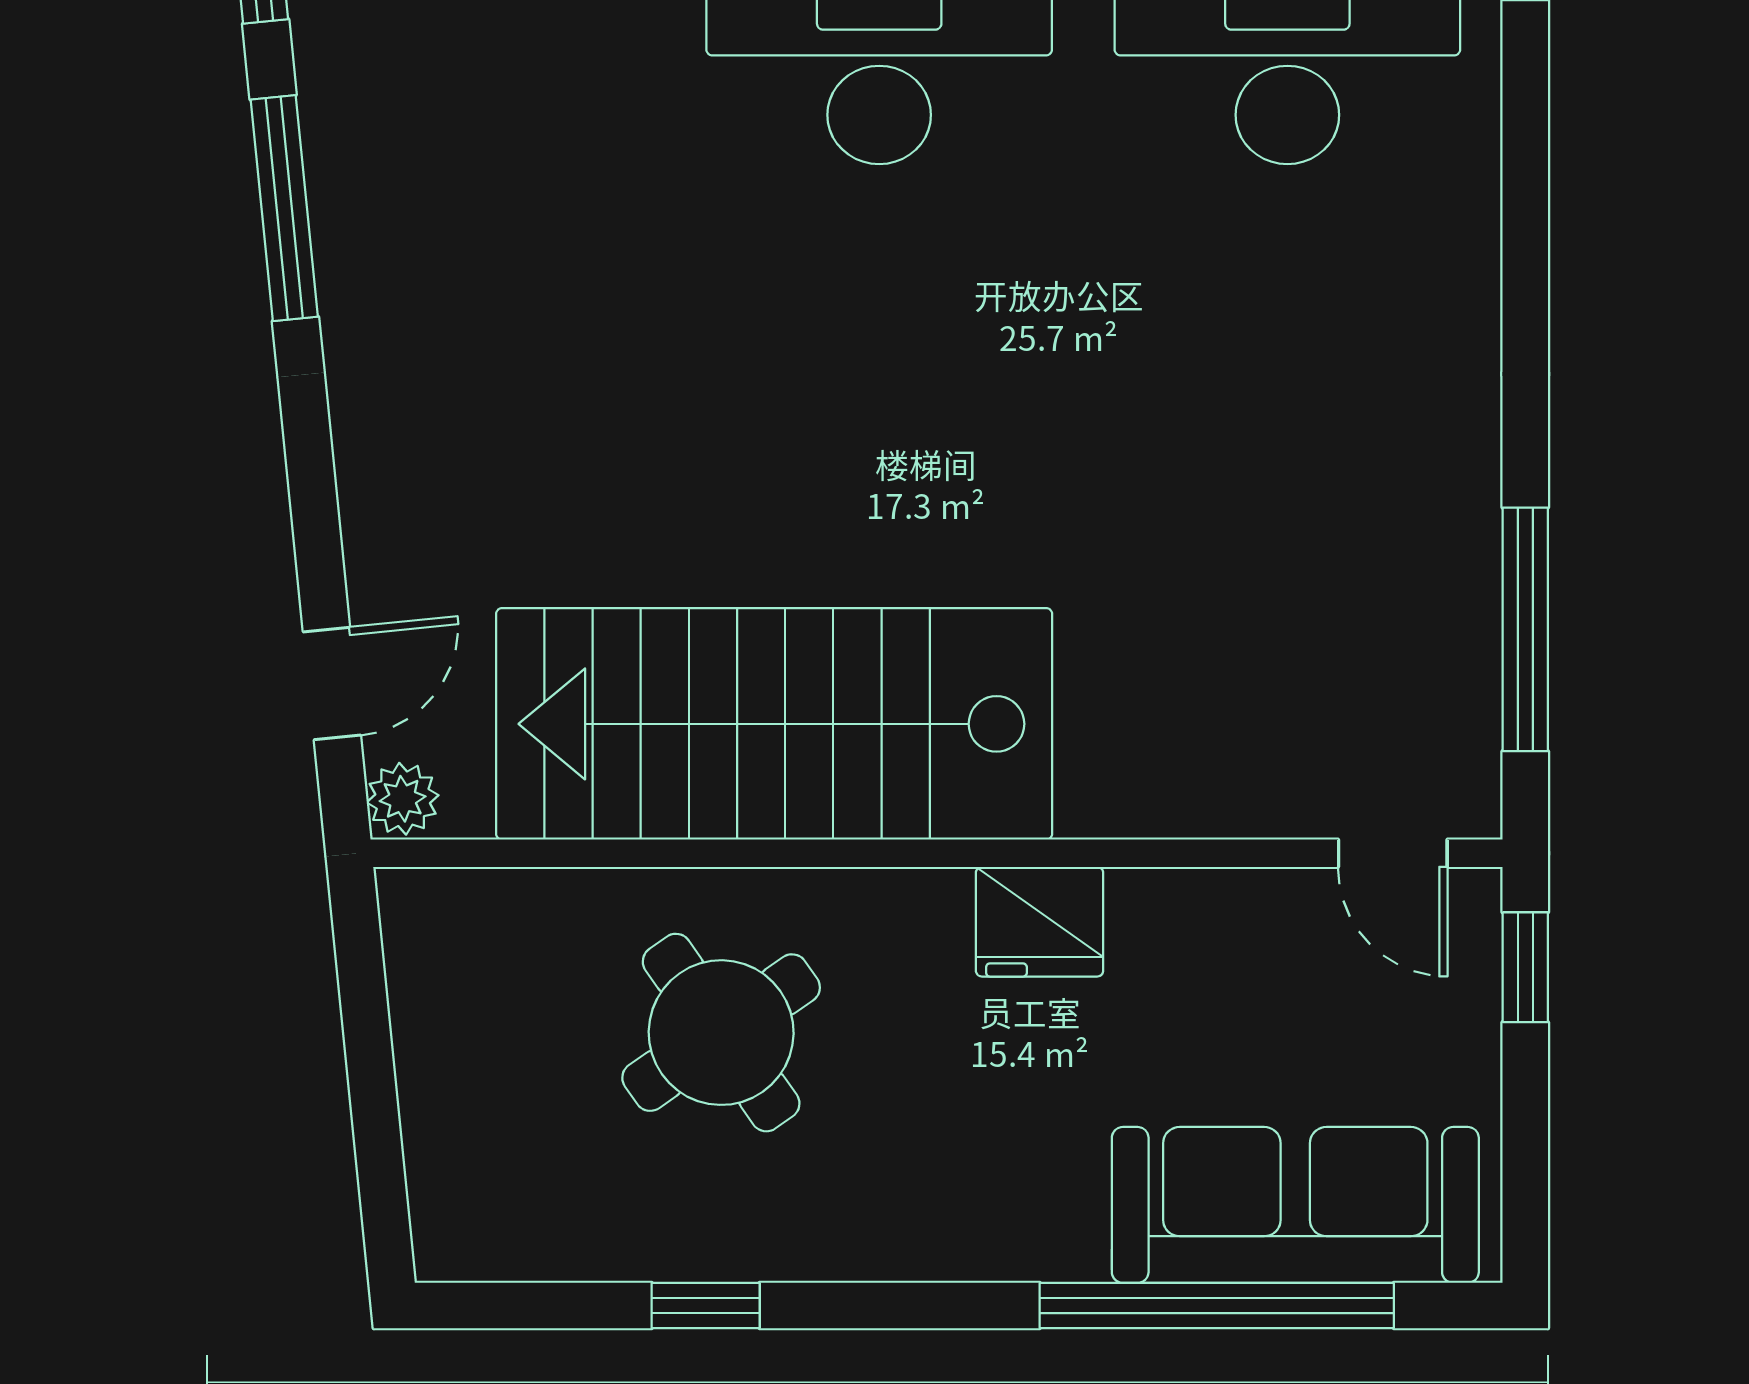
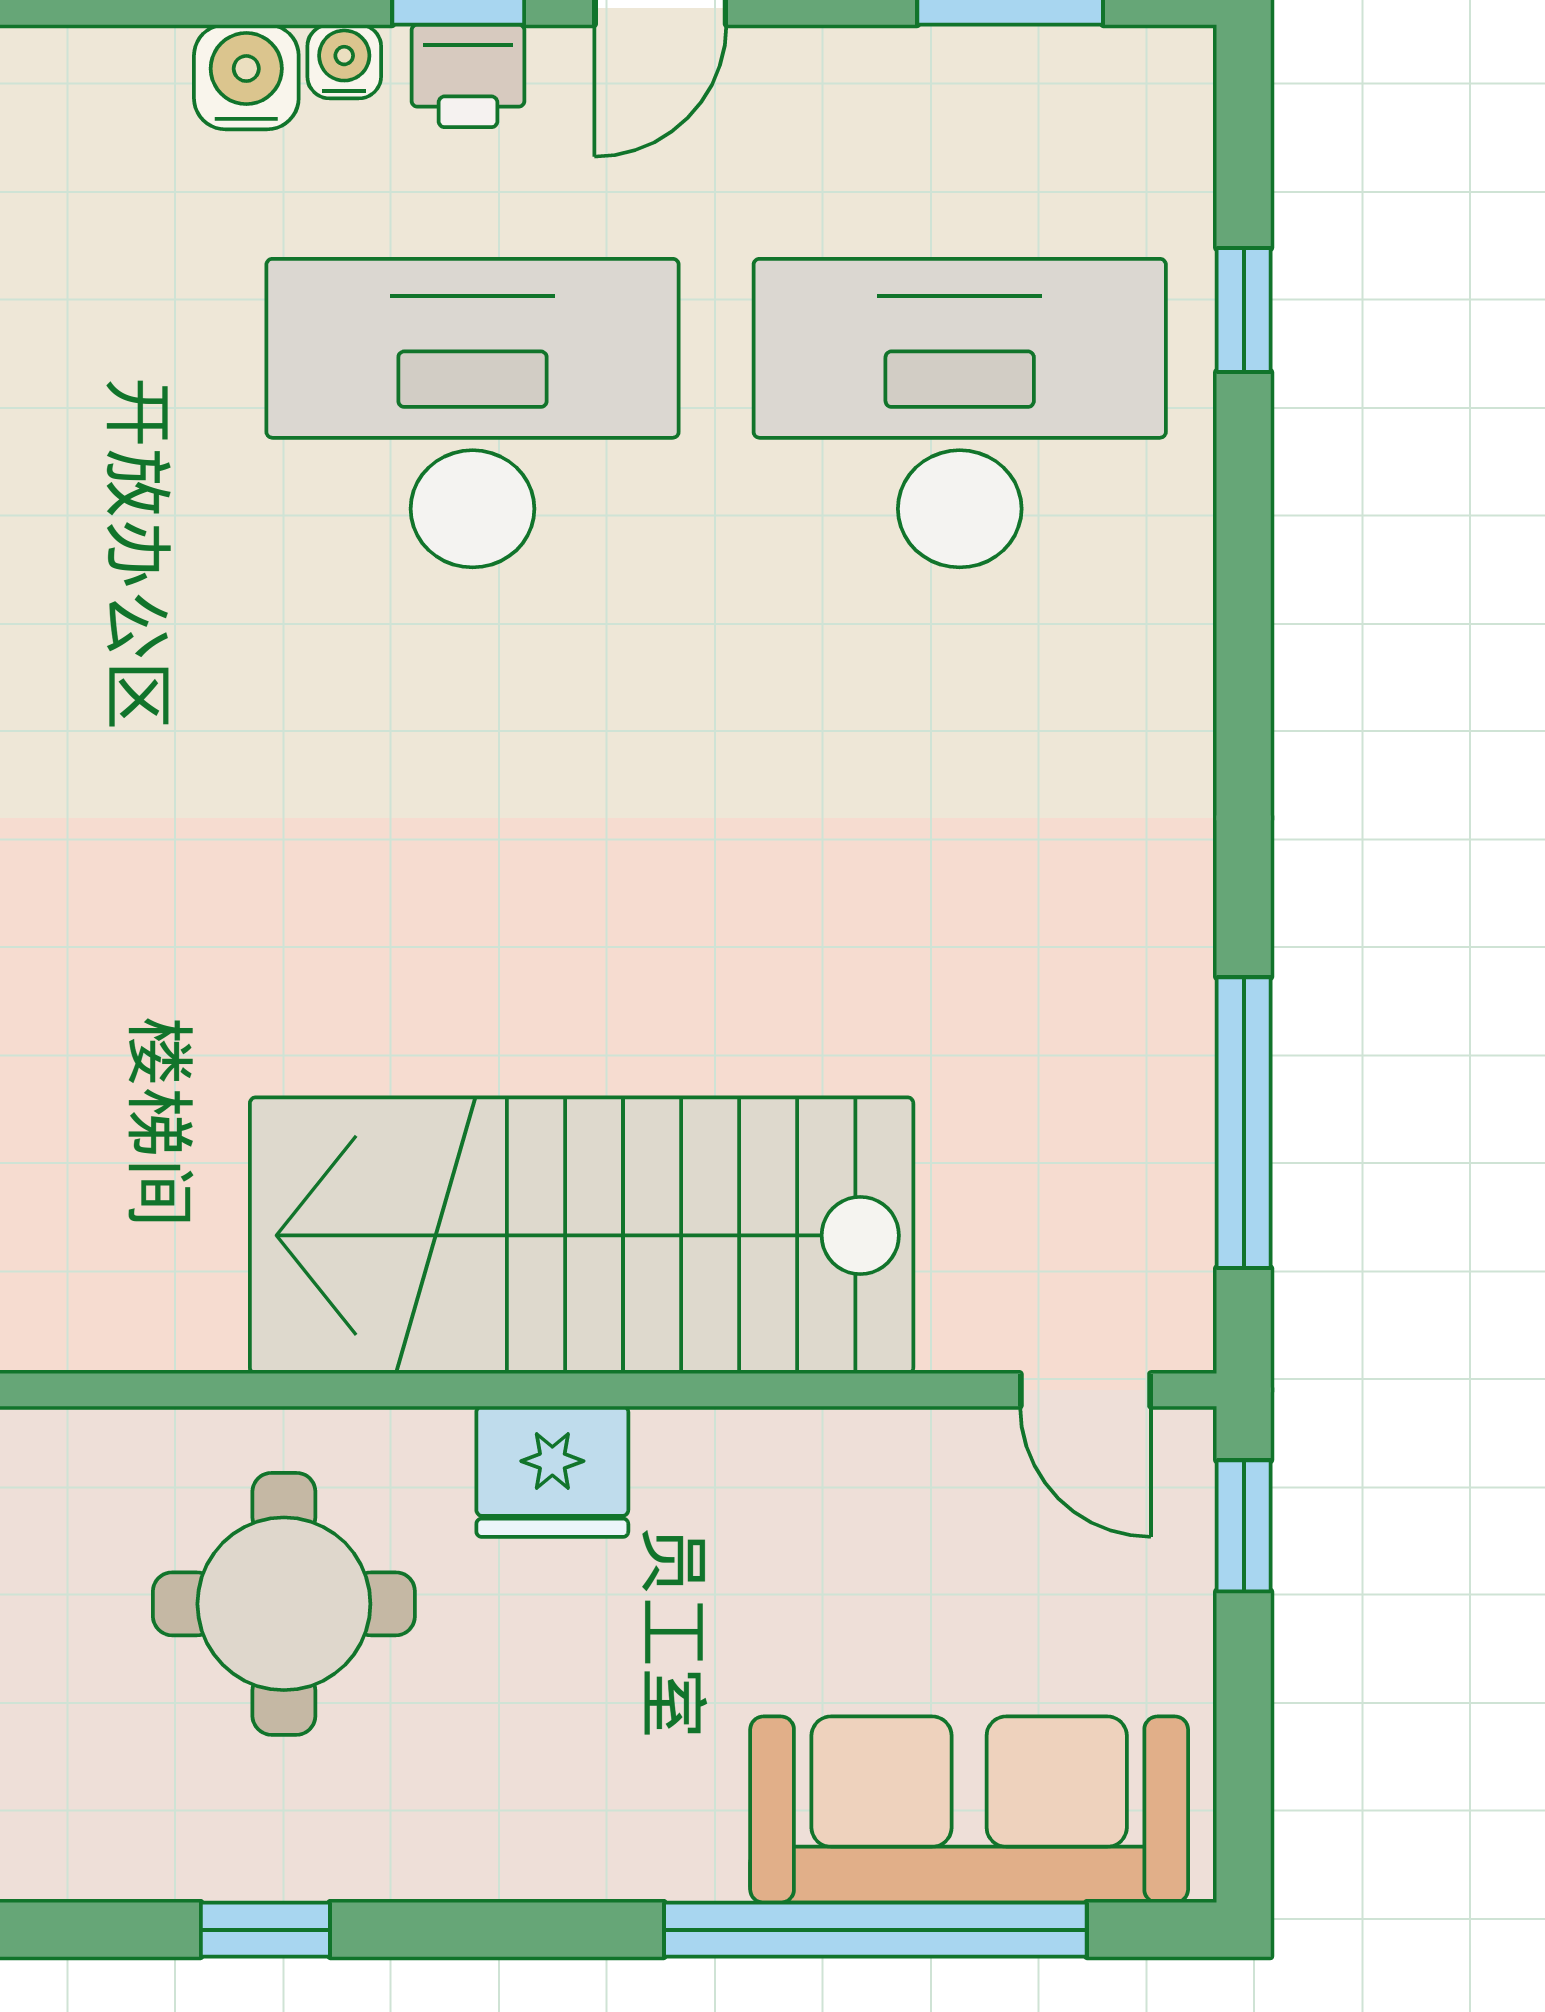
stairs: (774, 724) -> (582, 1235), moved
fridge: (1040, 922) -> (552, 1472), moved
round table: (721, 1033) -> (284, 1604), turned 35

